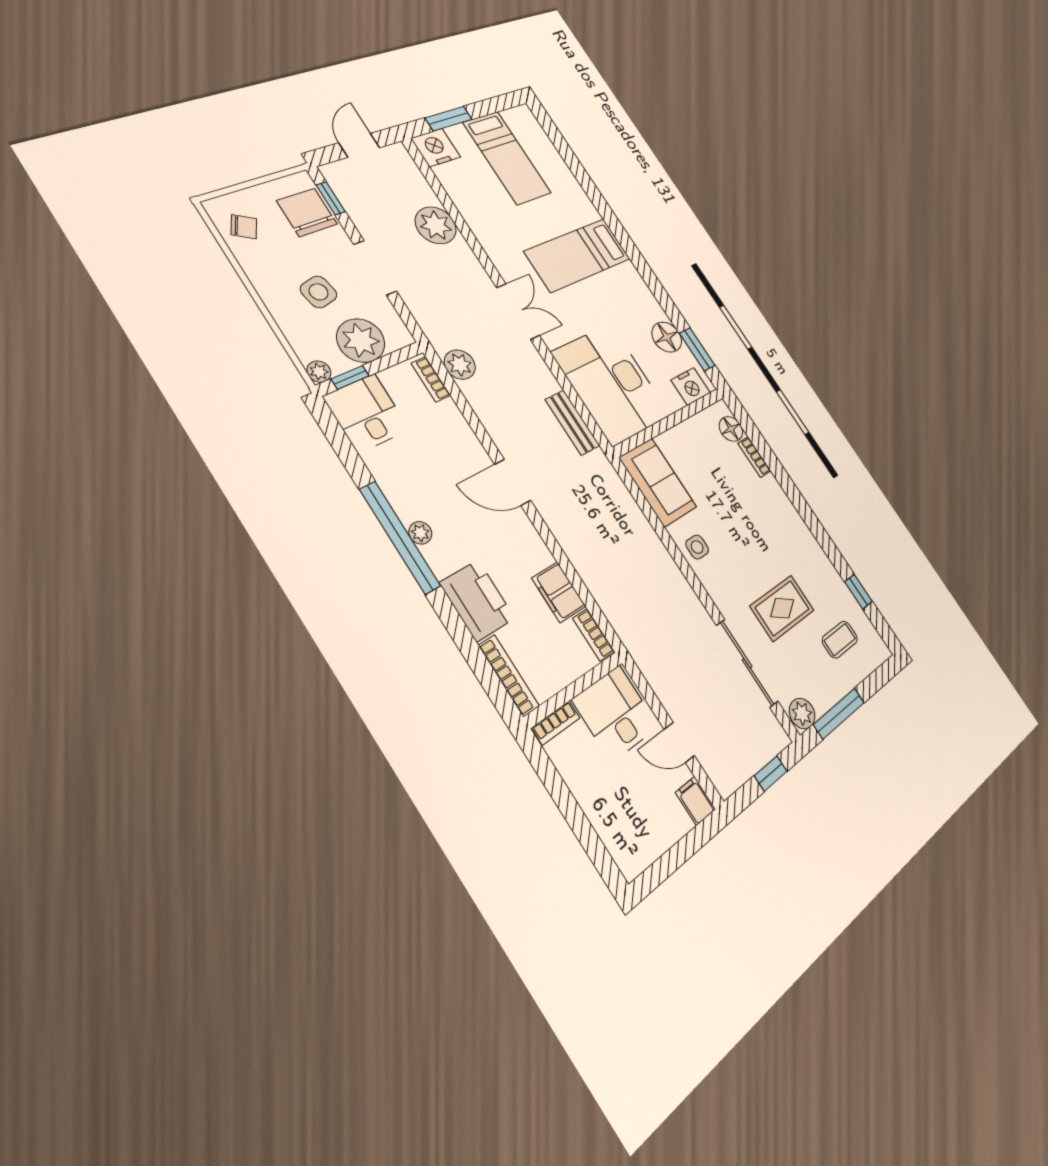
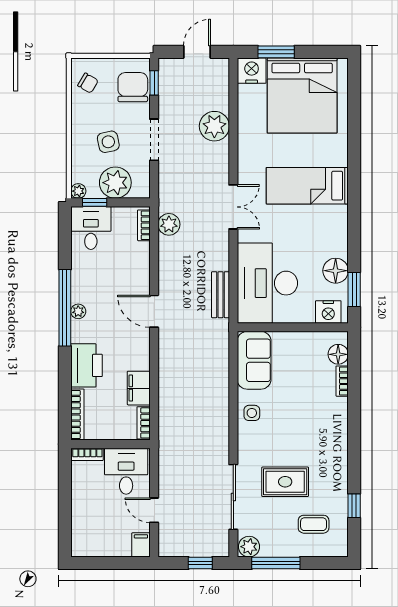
bed: (507, 158) -> (302, 95), width x2.04

